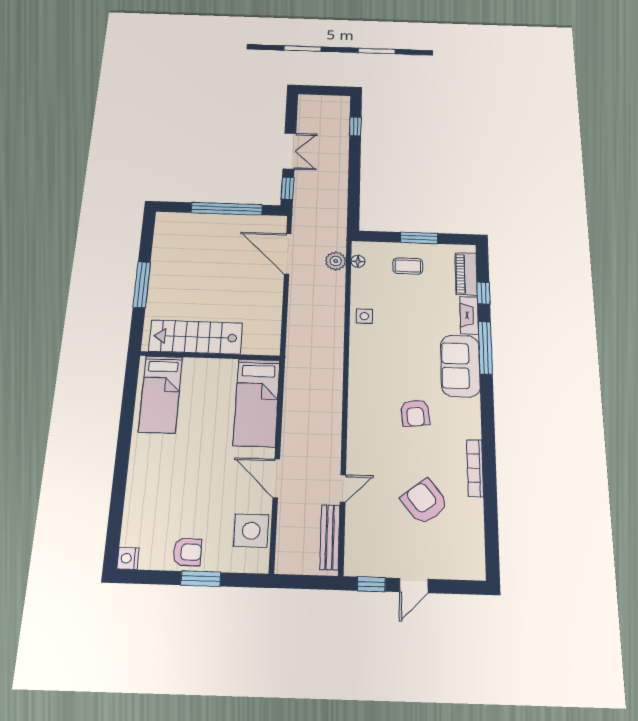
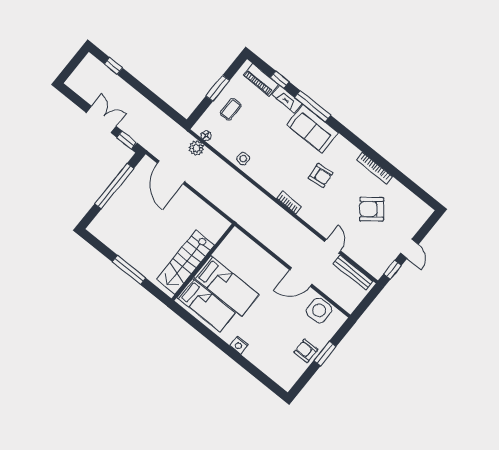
door: (288, 254) -> (171, 172), hinge flipped
bookcase: (355, 401) -> (289, 203), added
bed: (257, 402) -> (226, 286), moved
armchair: (187, 552) -> (306, 351), turned -90
nightstand: (128, 558) -> (239, 345), moved

